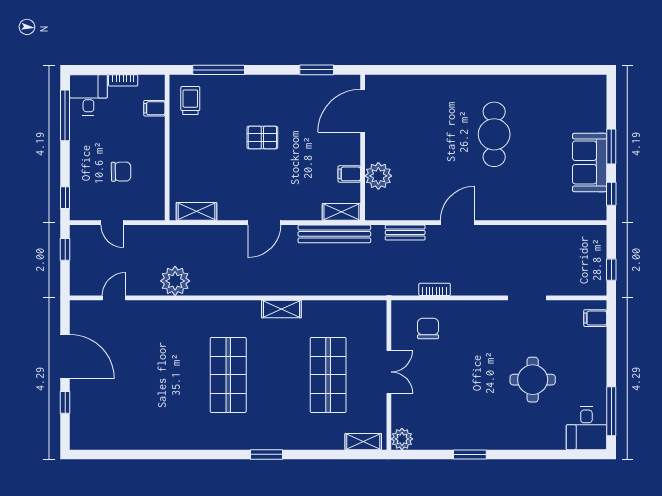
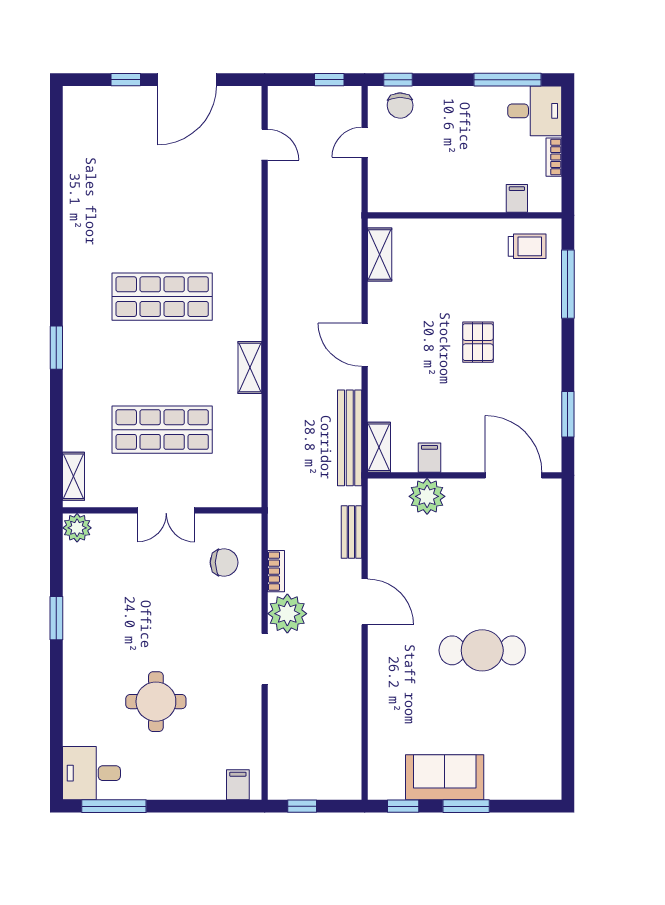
chair: (121, 172) -> (400, 106), moved
plant: (175, 281) -> (287, 614), moved
doorway: (527, 298) -> (265, 659), moved

